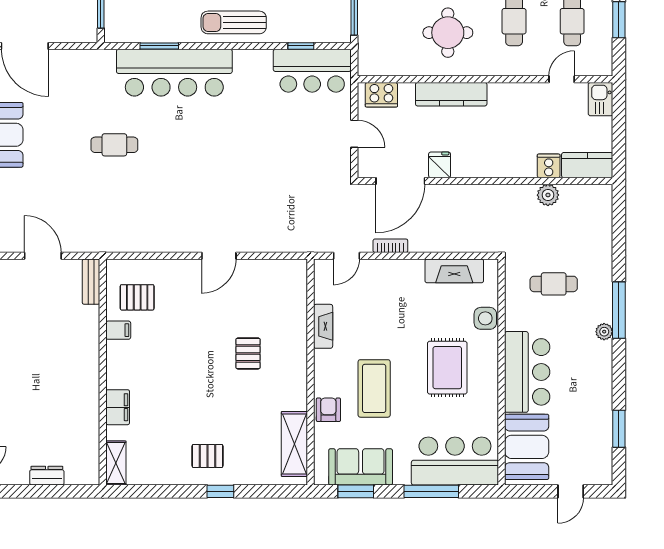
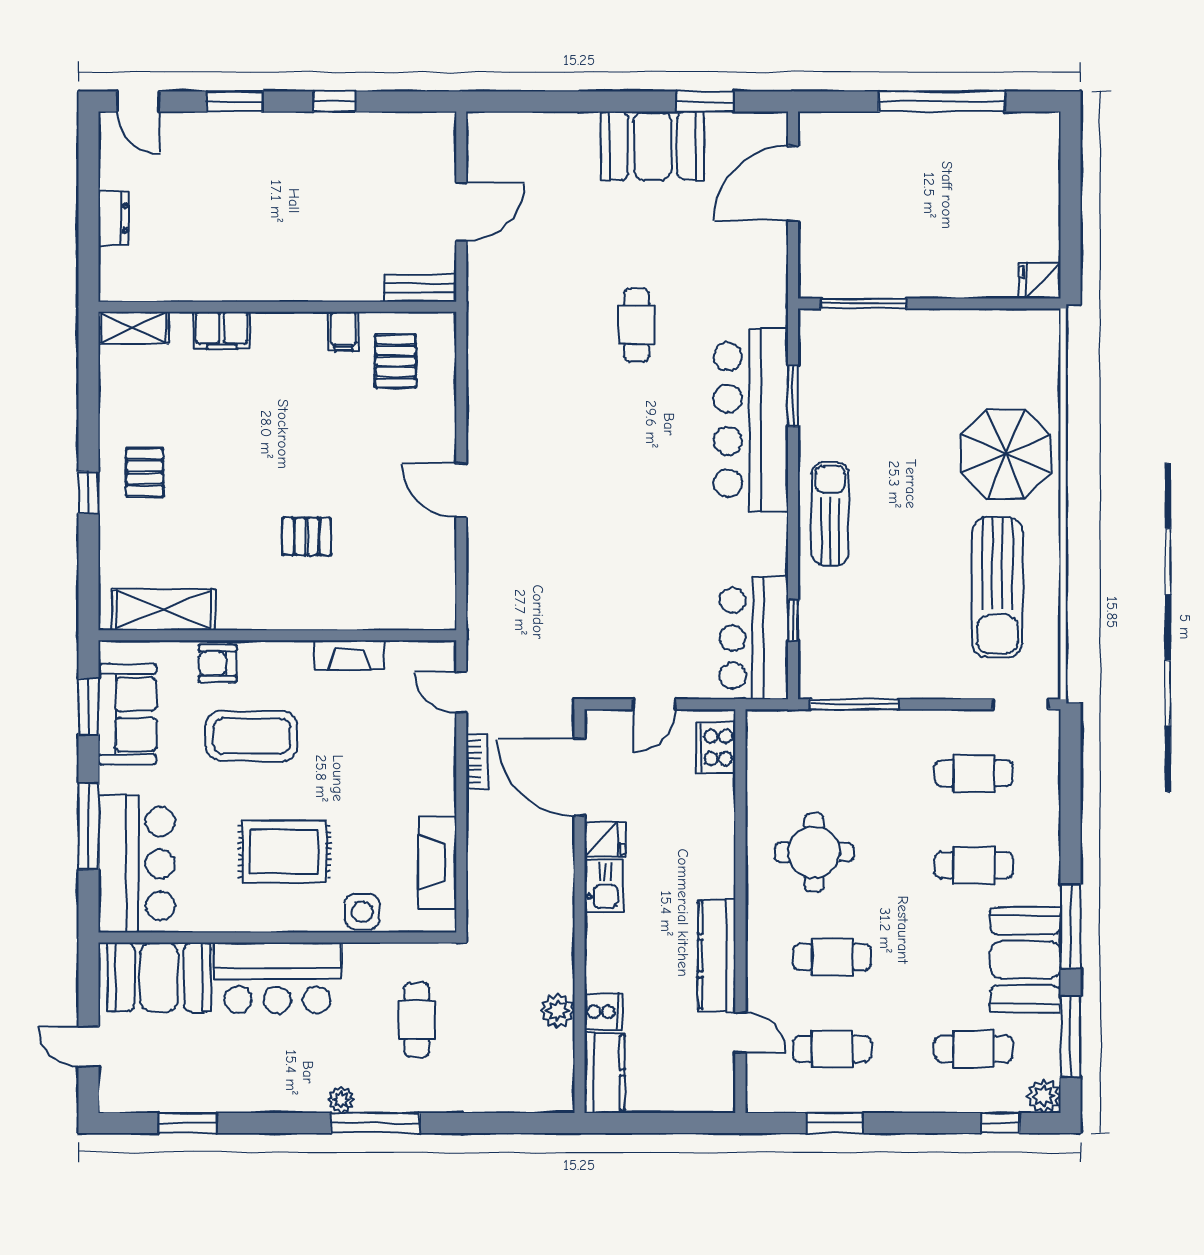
kitchen counter: (451, 94) -> (717, 956), moved
kitchen sink: (601, 99) -> (604, 886), moved, turned 90
armchair: (328, 410) -> (218, 663), turned 180

